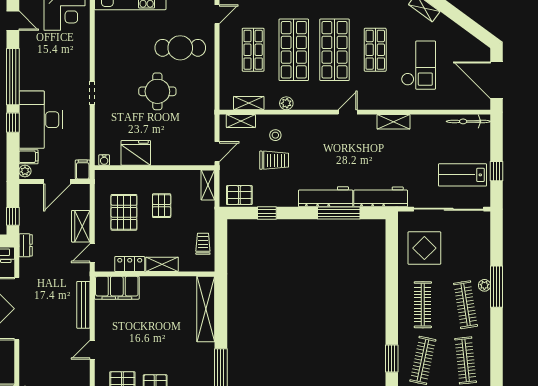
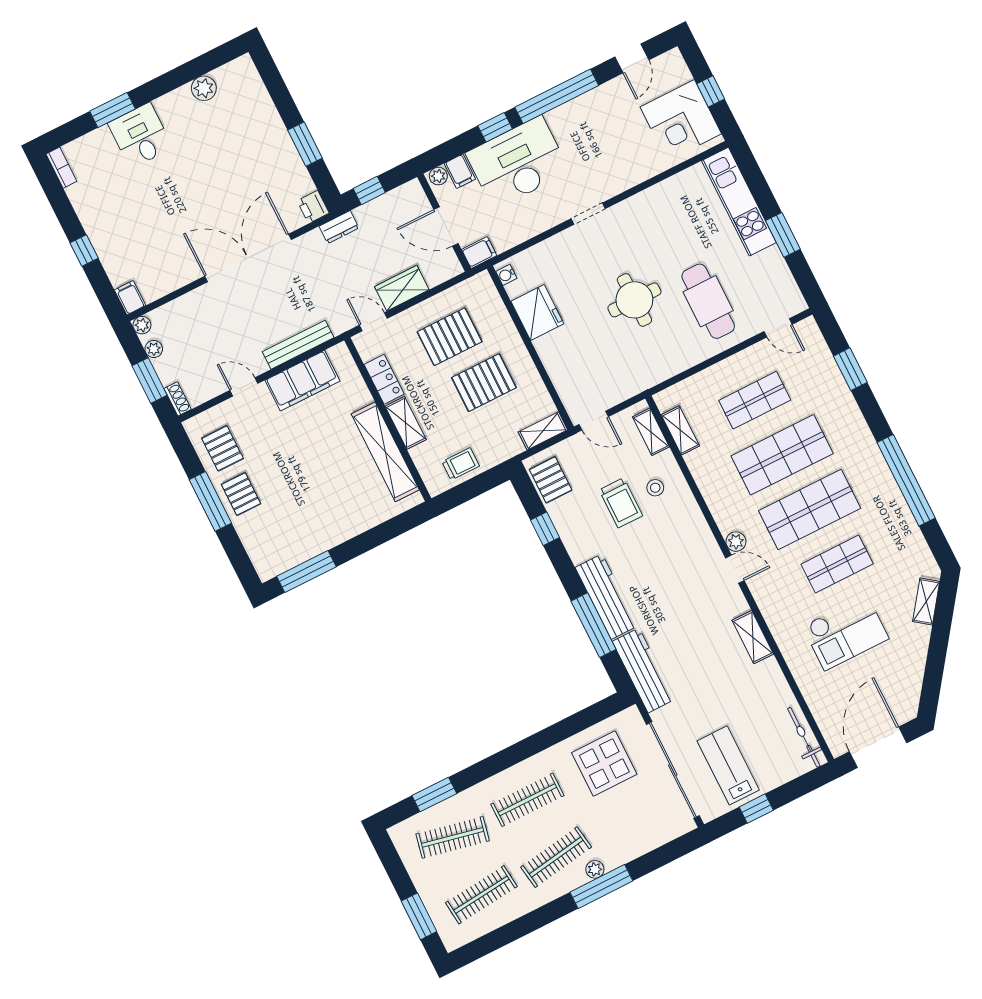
plant: (286, 103) -> (736, 542), moved
pallet: (162, 206) -> (484, 383), width x1.50, depth x1.42
filing cabinet: (117, 288) -> (302, 381), moved, turned -90
shelving: (206, 309) -> (385, 452), moved, turned 90

